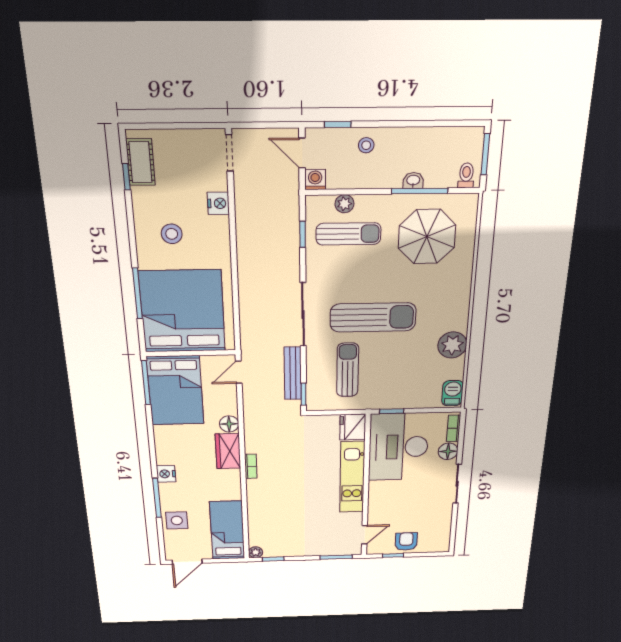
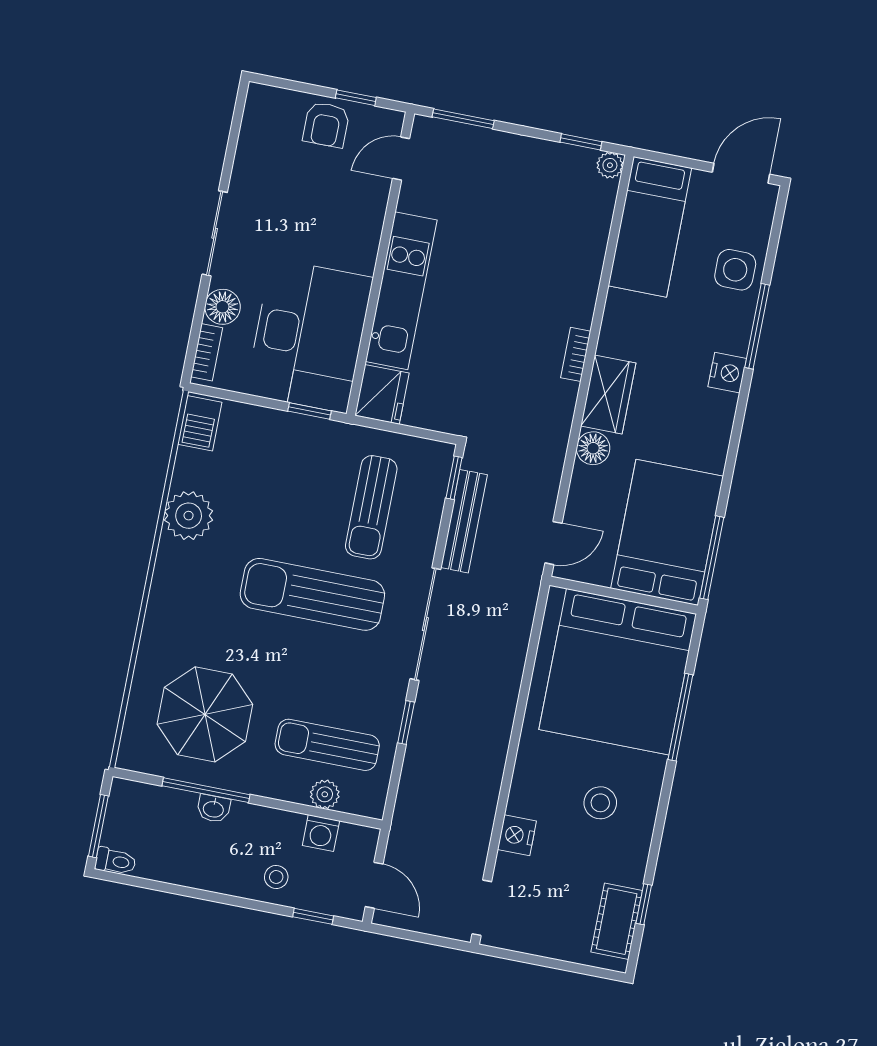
toilet: (466, 175) -> (116, 861), moved, turned -90
washing machine: (315, 180) -> (321, 833), moved
window: (303, 234) -> (406, 722), moved

